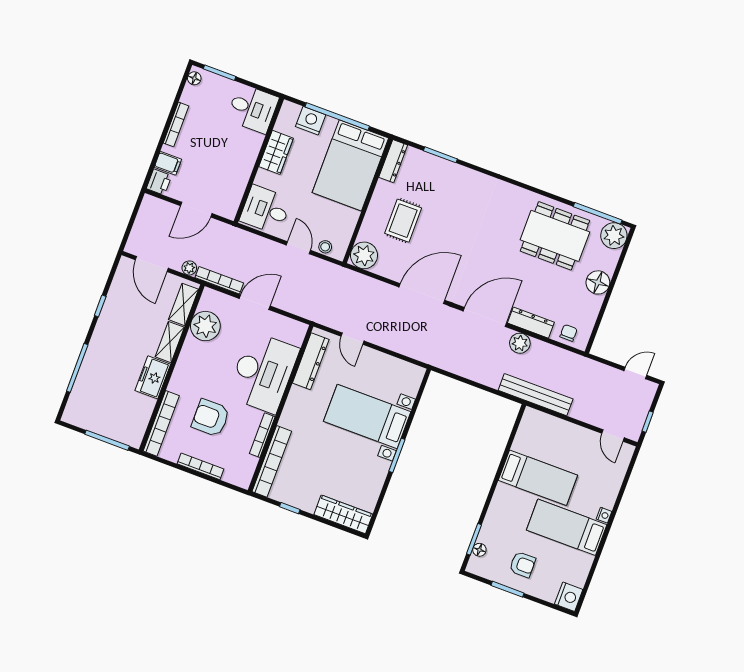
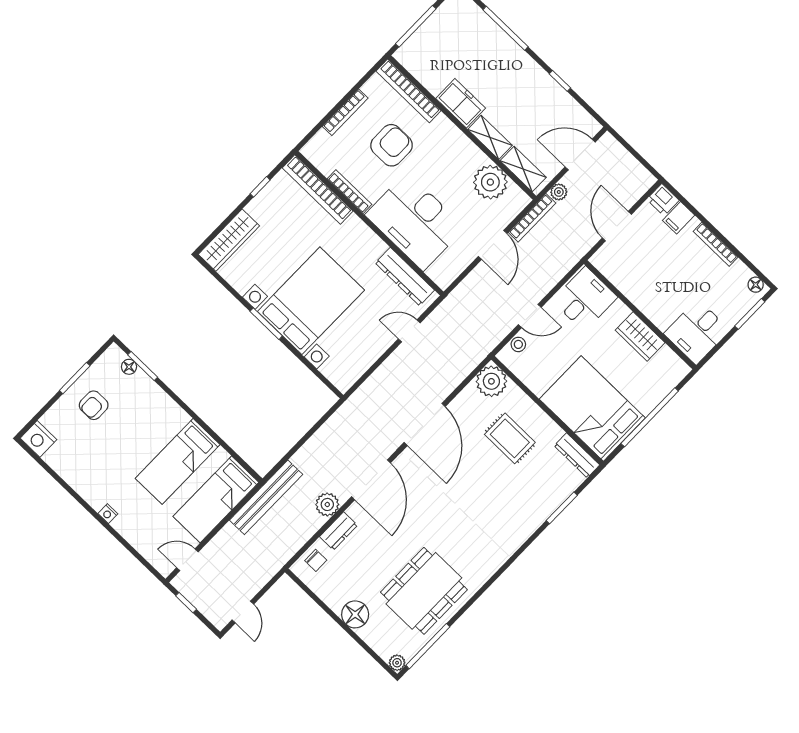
nightstand: (311, 121) -> (658, 387), removed
plant: (614, 236) -> (397, 663), width x0.53, depth x0.53
dresser: (531, 323) -> (339, 531), width x0.70
bed with nightstands: (367, 416) -> (311, 301), width x1.36
bed: (567, 527) -> (216, 499), moved, turned 180

